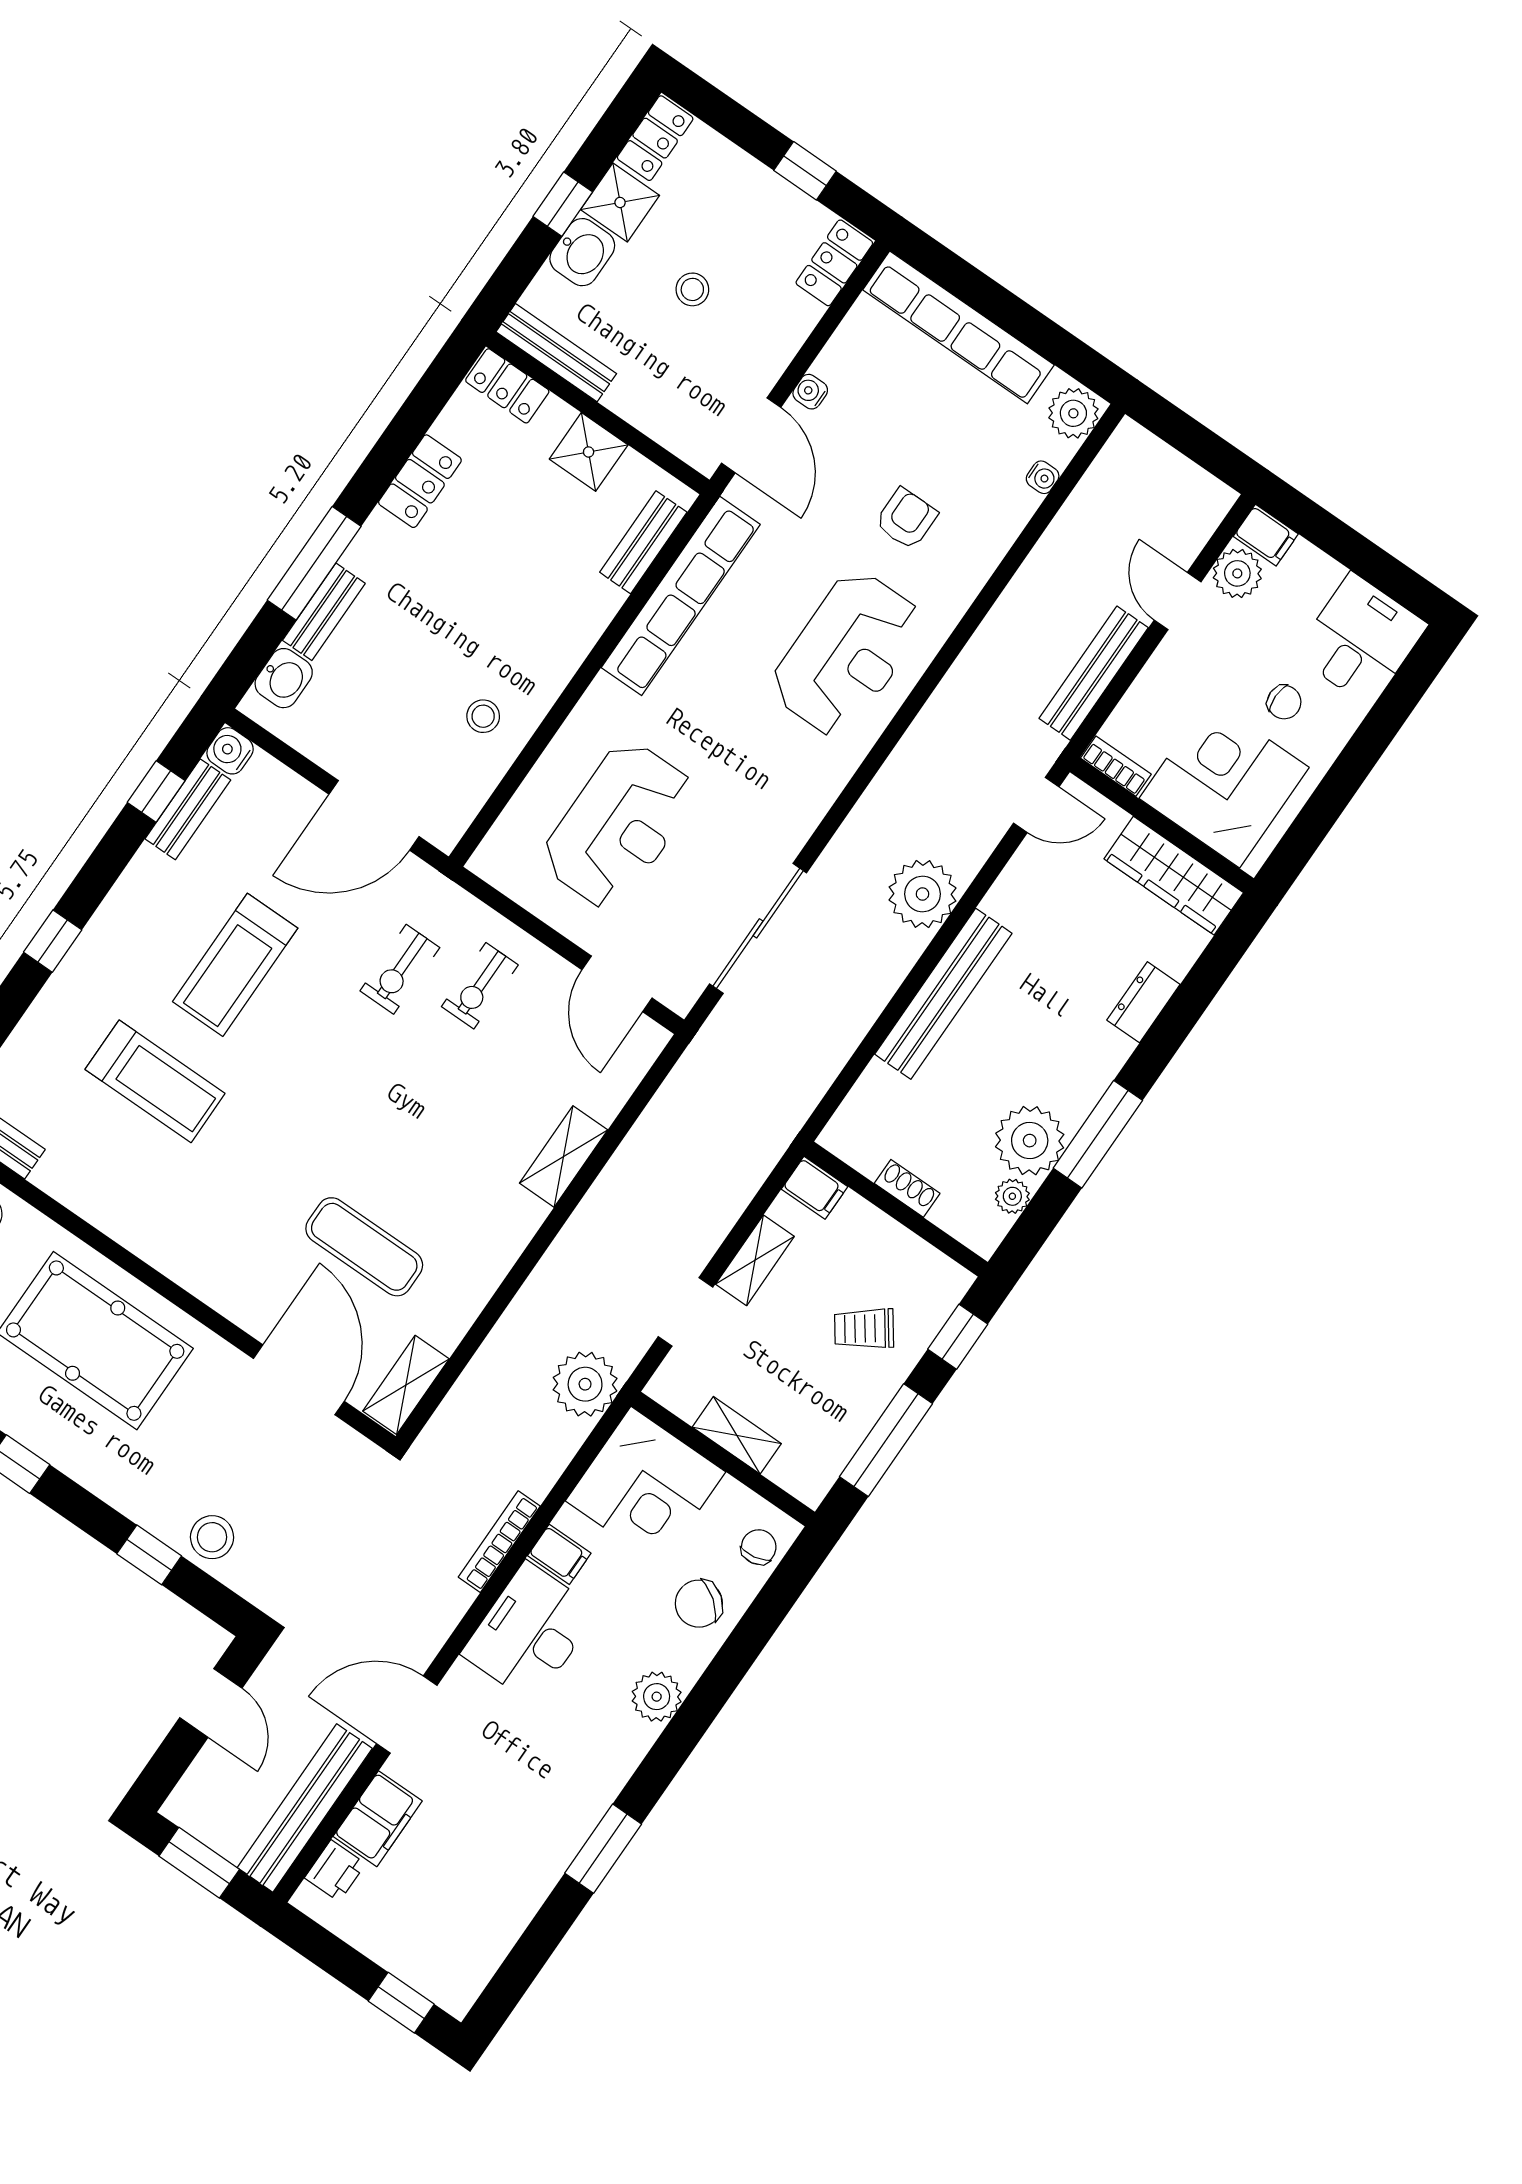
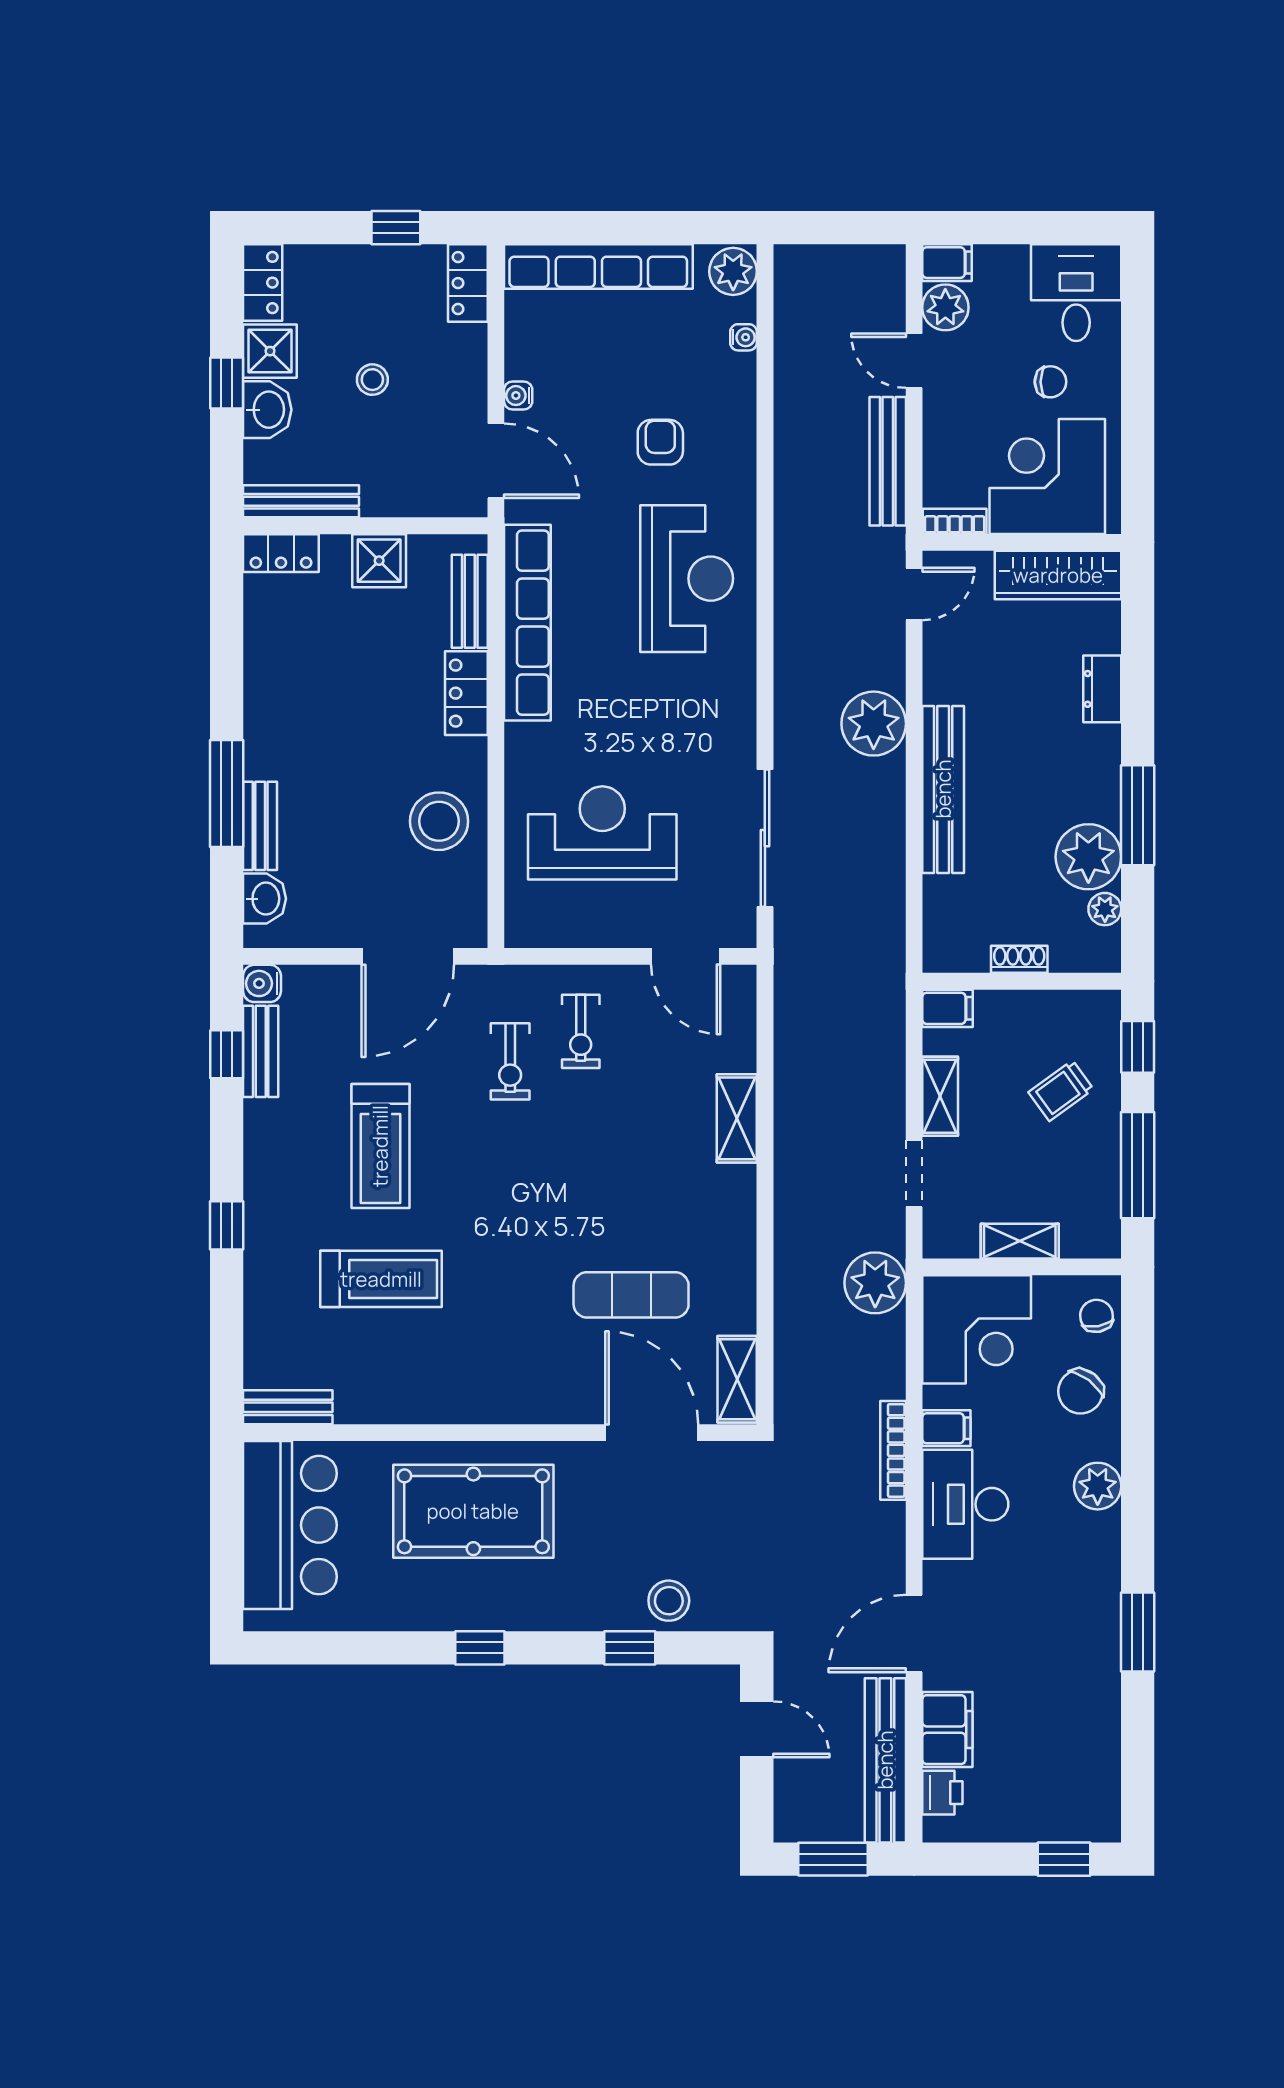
locker: (420, 481) -> (466, 693), moved, turned 180
stool: (483, 716) -> (439, 821), width x1.89, depth x1.89
reception desk: (619, 825) -> (602, 833), turned -90

